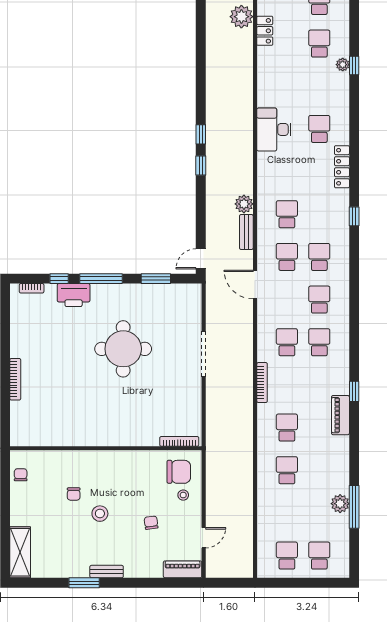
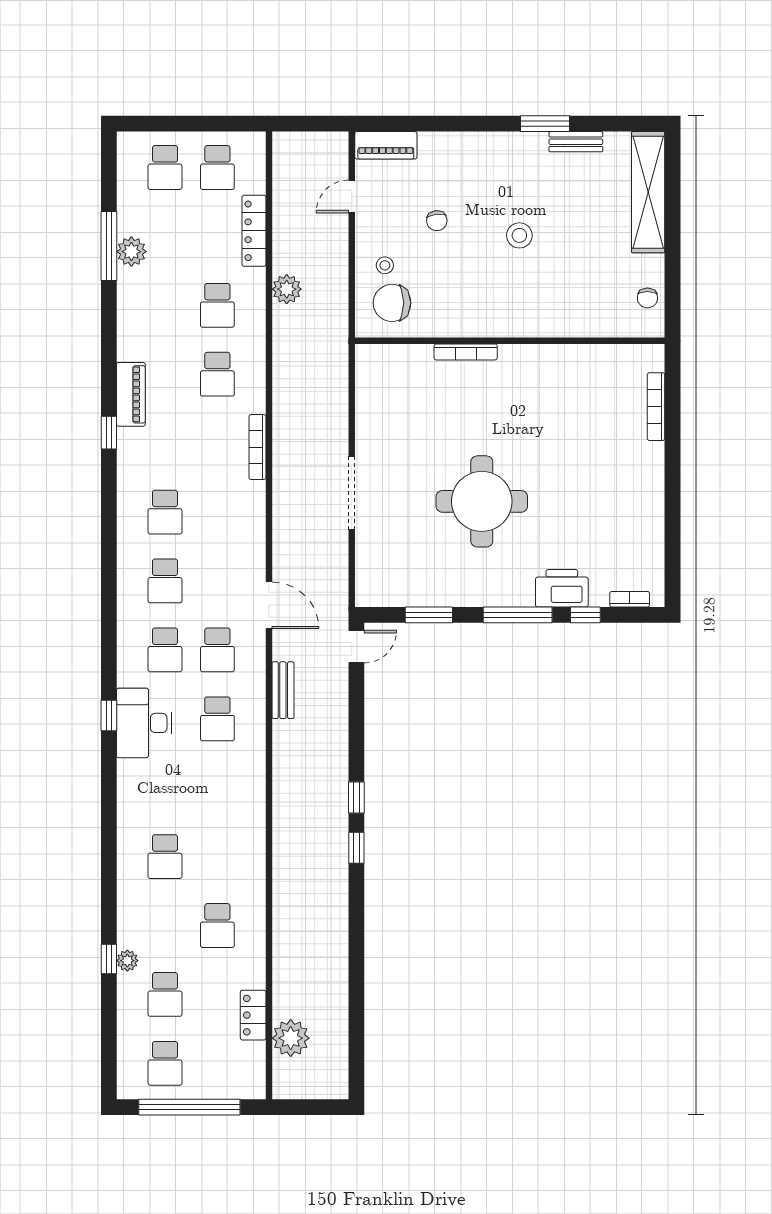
desk: (274, 129) -> (144, 723), moved, turned 180
locker: (342, 167) -> (254, 231), moved, turned 180
plant: (244, 204) -> (287, 289), moved
school desk: (287, 342) -> (217, 926), moved
bookcase: (15, 379) -> (656, 407), moved
bookcase: (179, 441) -> (466, 352), moved
chair: (74, 494) -> (562, 267), removed
shelving: (20, 552) -> (648, 192), width x1.47
bench: (107, 572) -> (576, 142), moved

